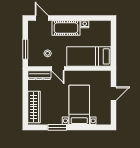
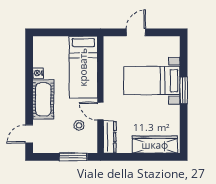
door: (58, 68) -> (100, 111), swing flipped
door: (113, 94) -> (136, 32), hinge flipped
window: (57, 127) -> (184, 90), moved

